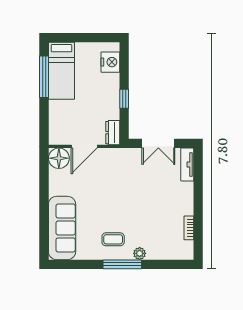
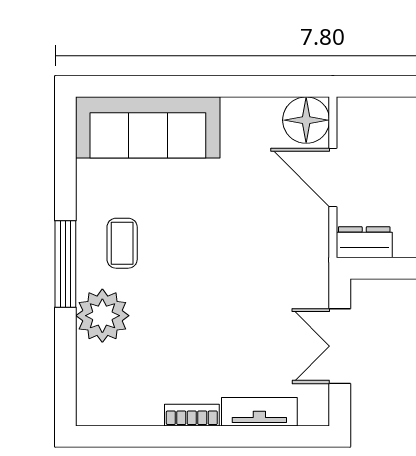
tv unit: (187, 165) -> (259, 412), moved
bookcase: (189, 228) -> (192, 415), moved
plant: (140, 253) -> (102, 316), width x1.87, depth x1.87

